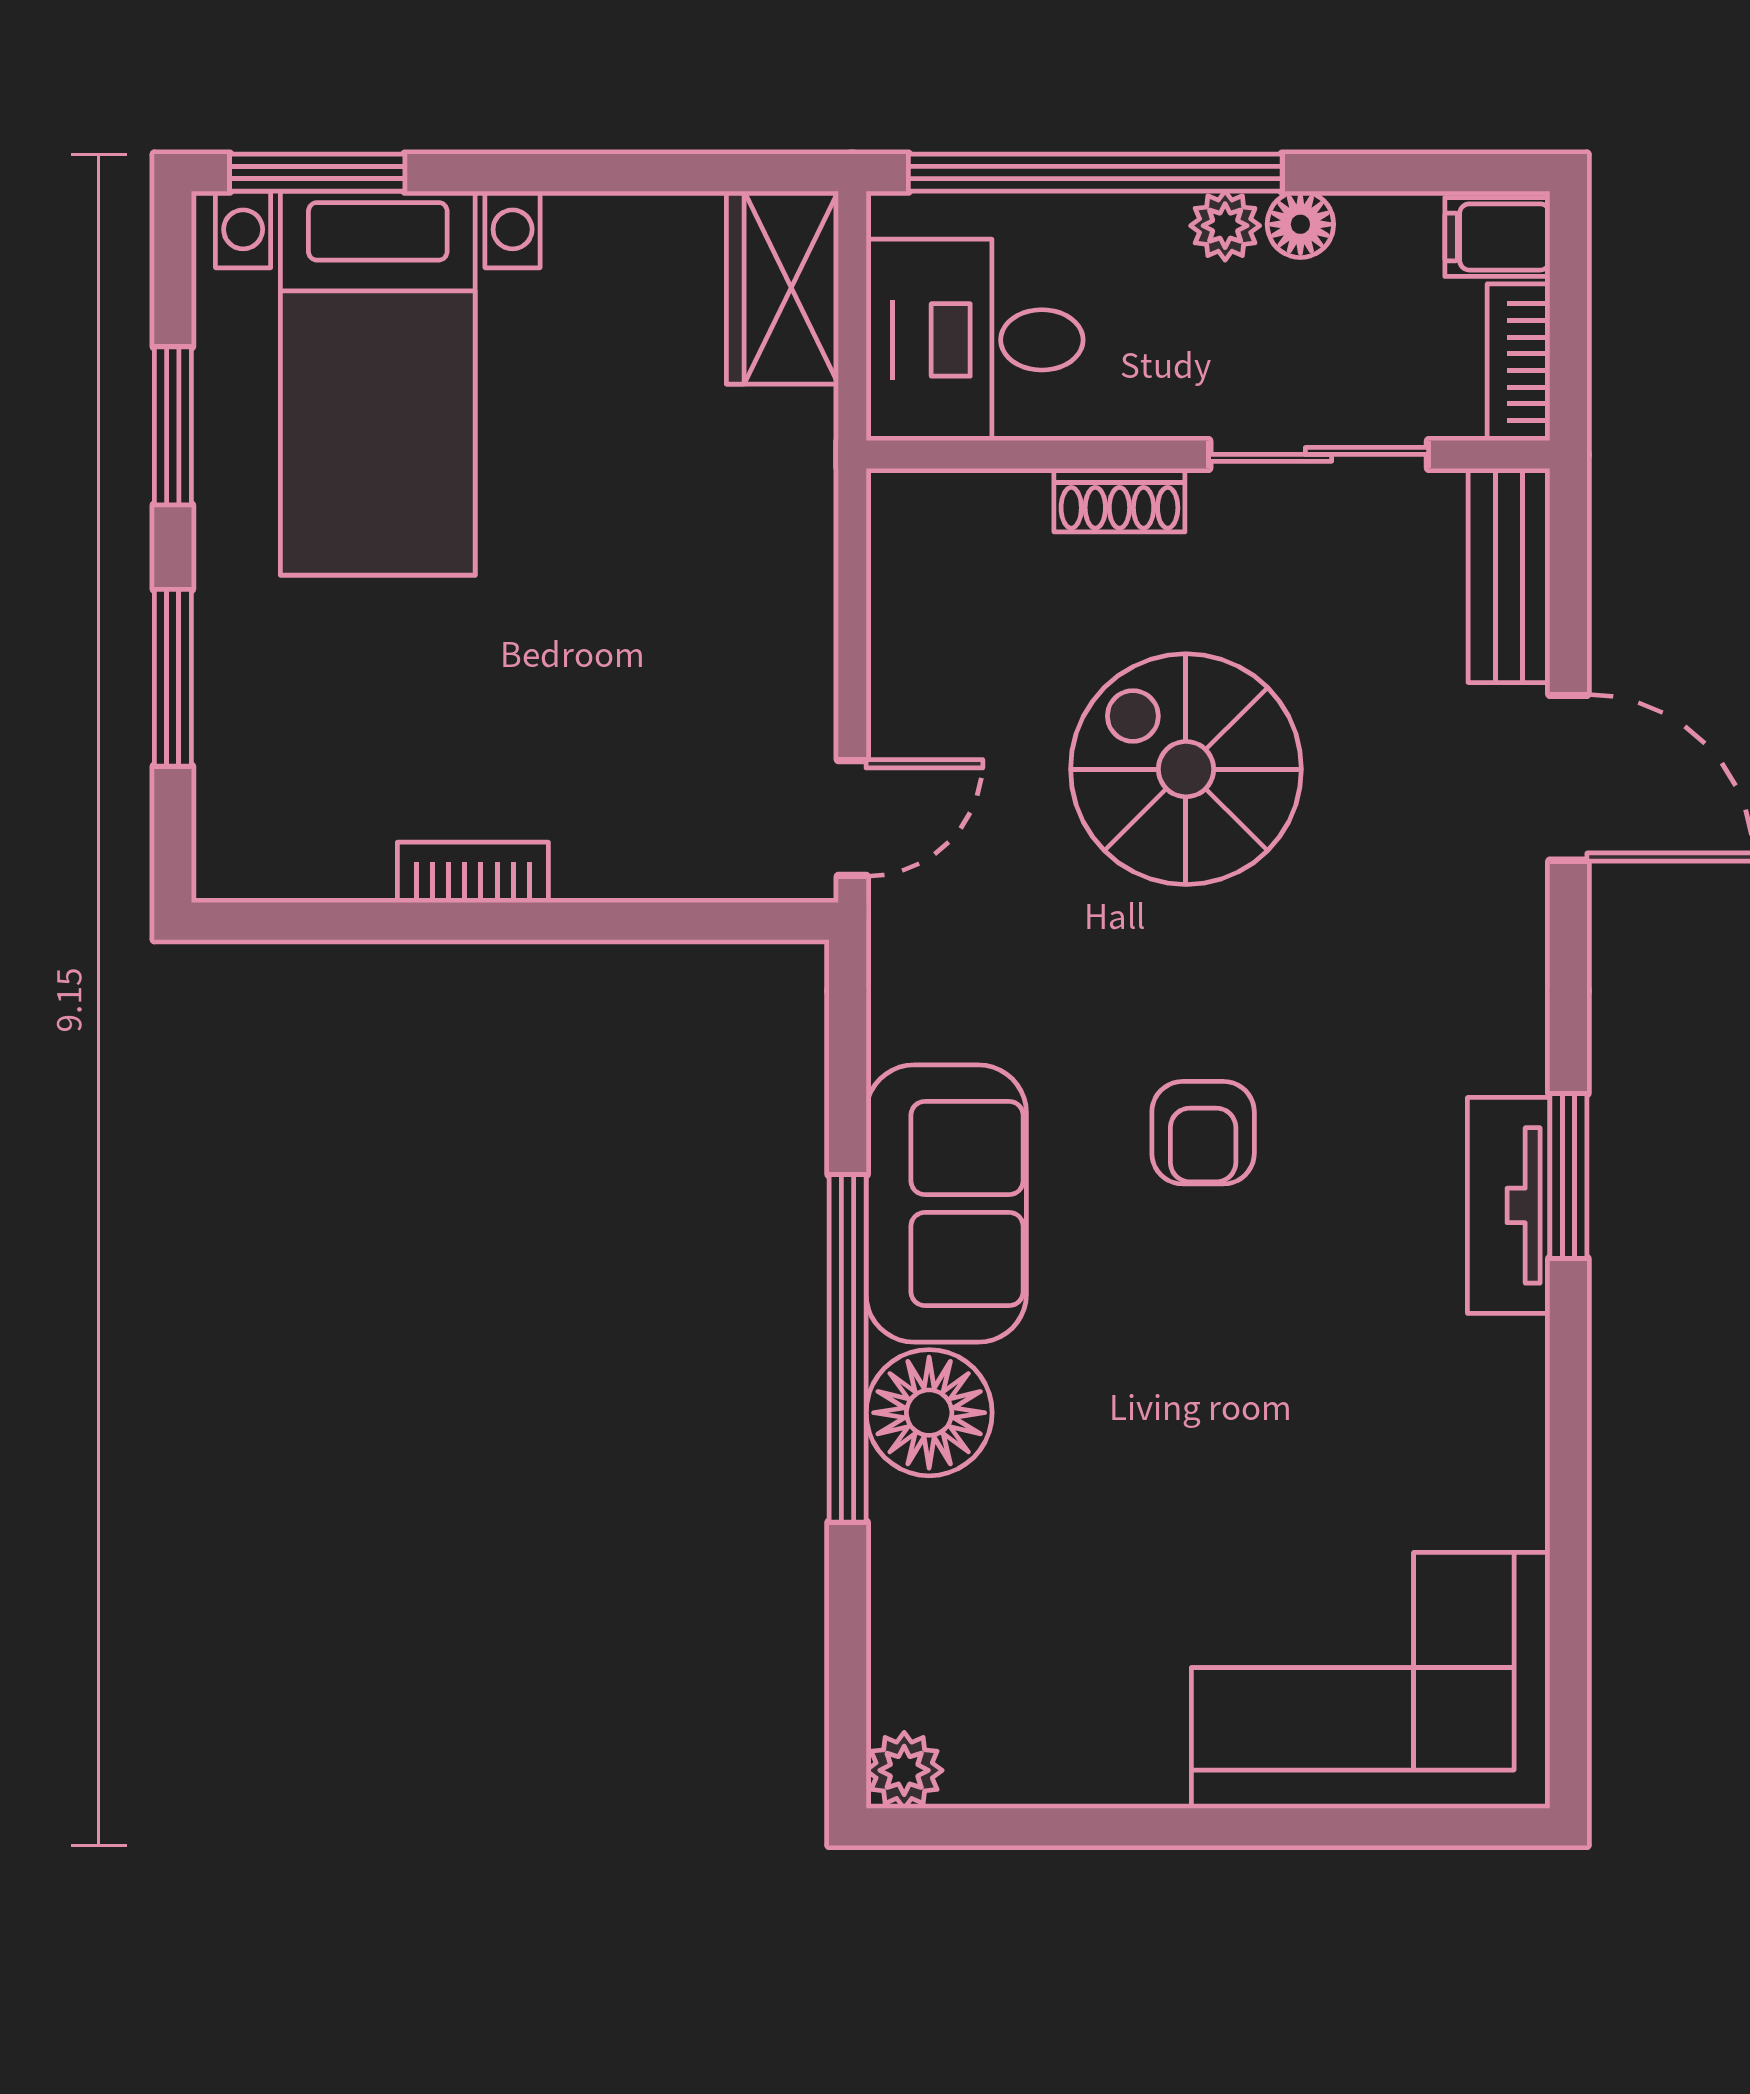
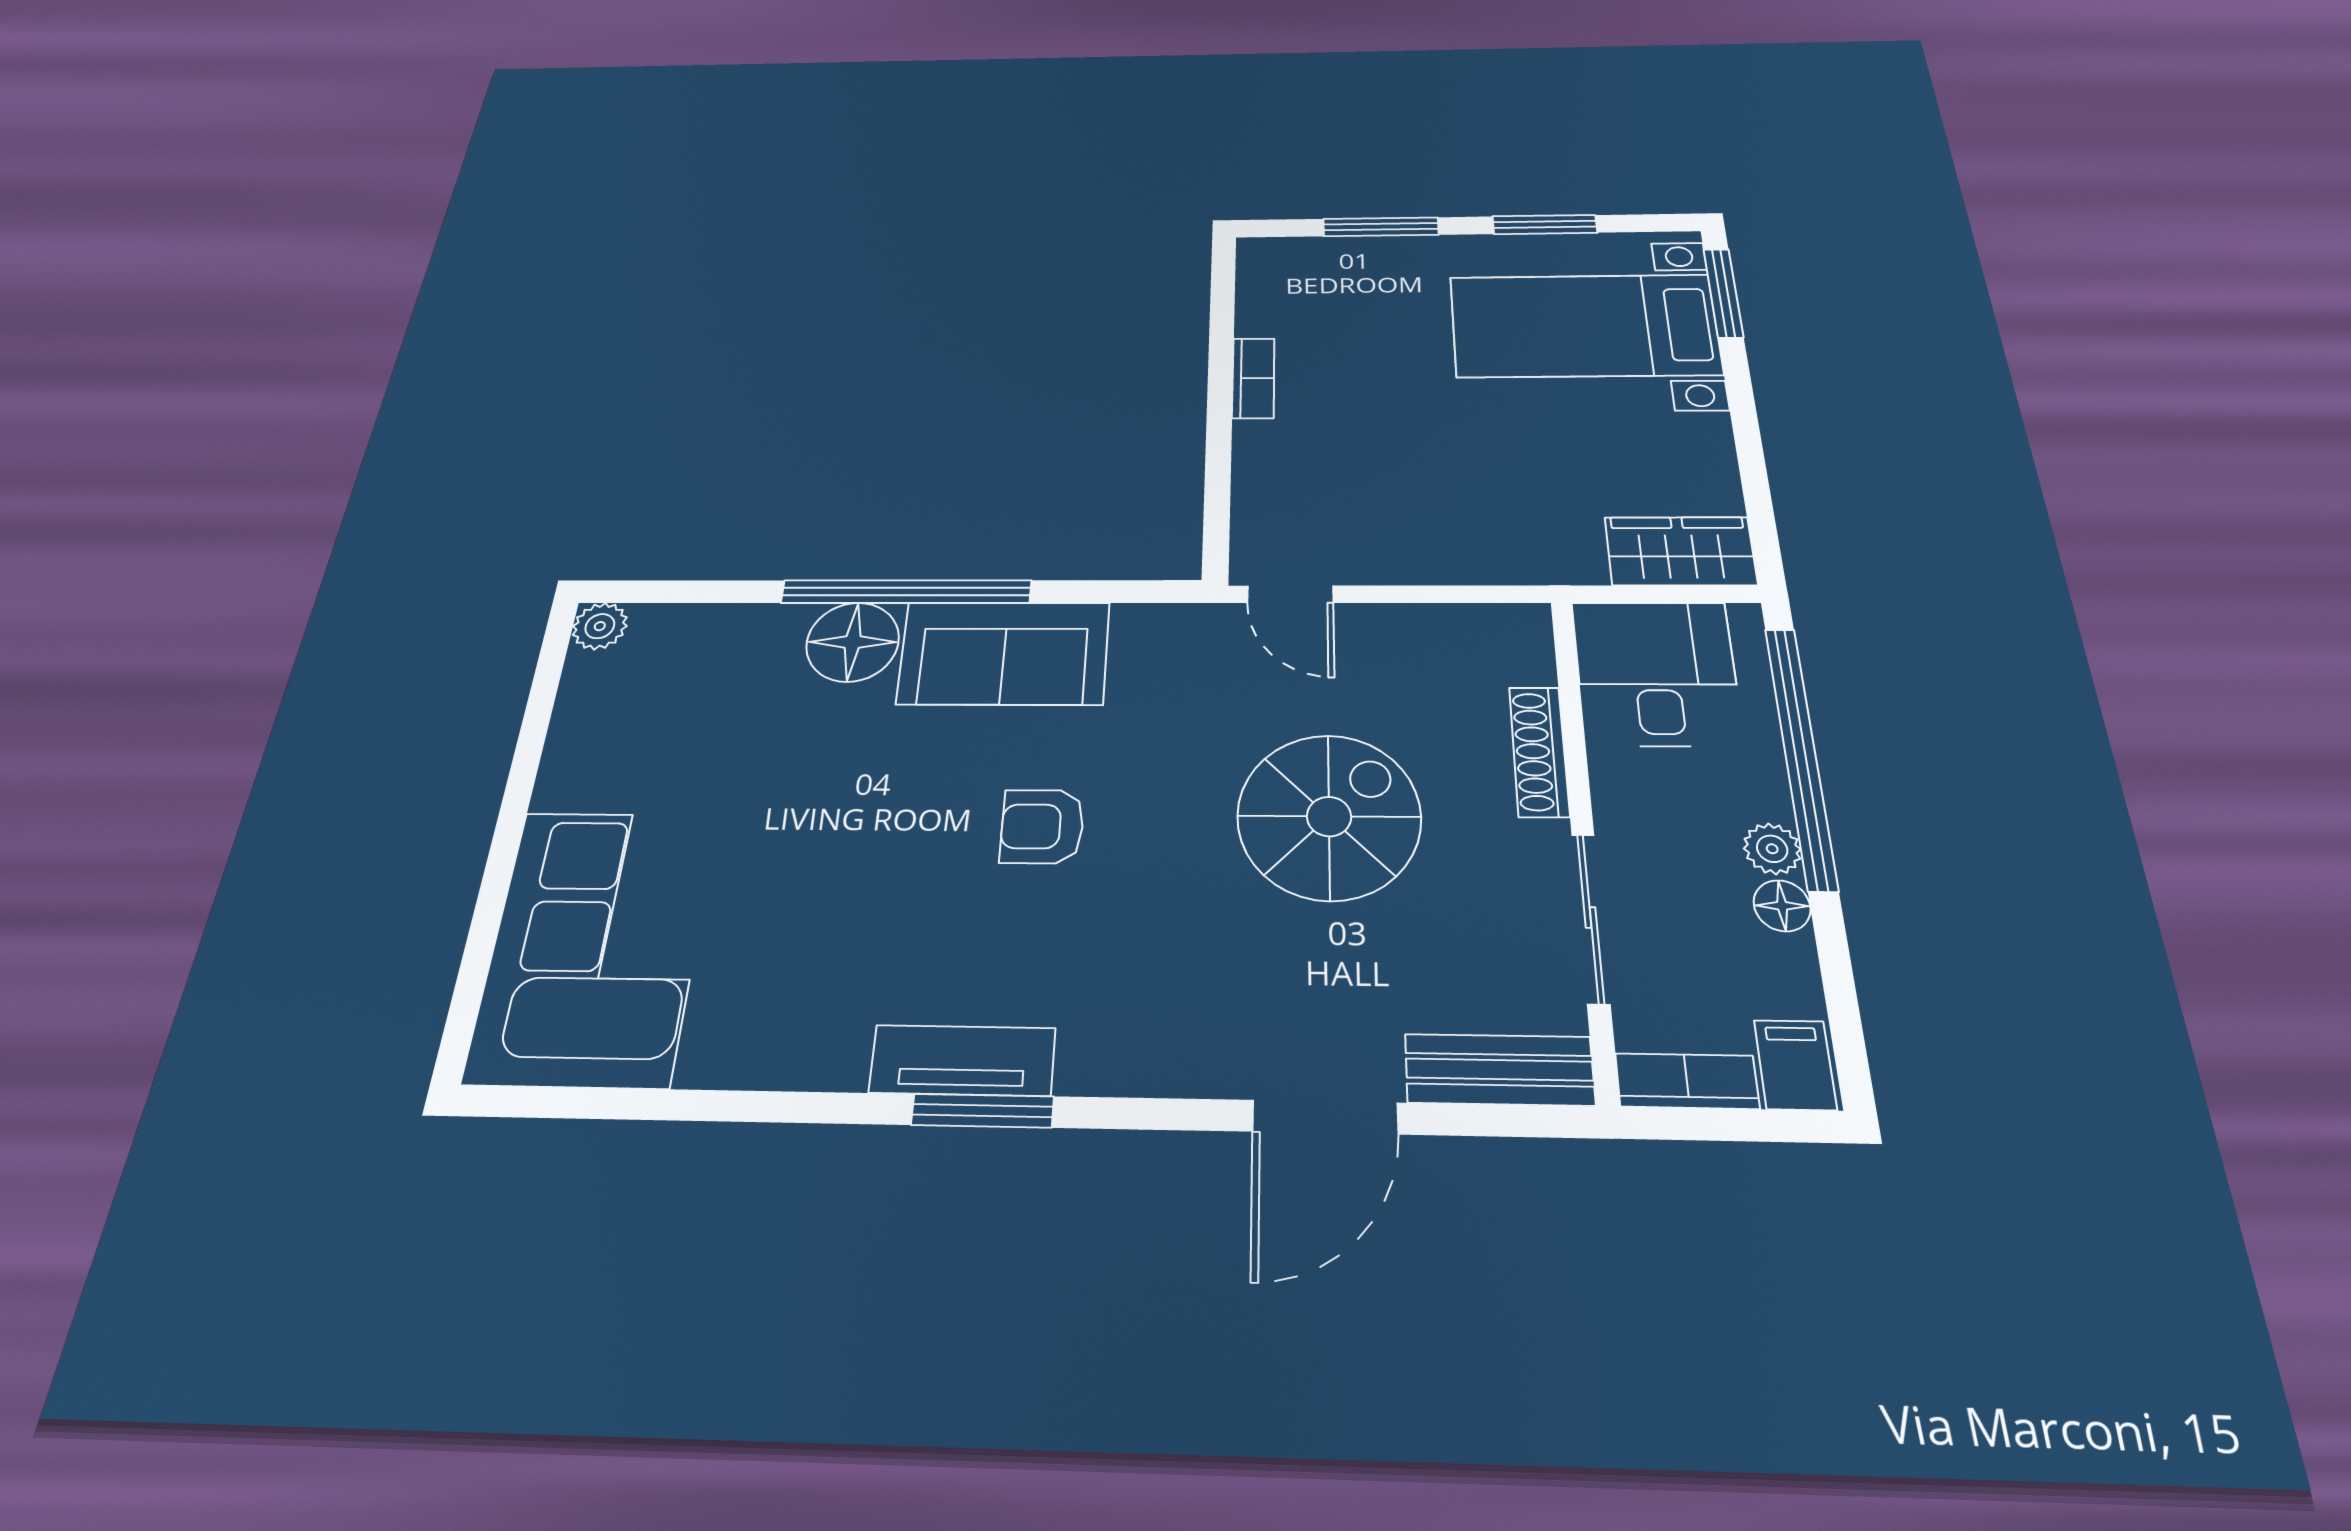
shoe rack: (1119, 500) -> (1539, 751), width x1.43

